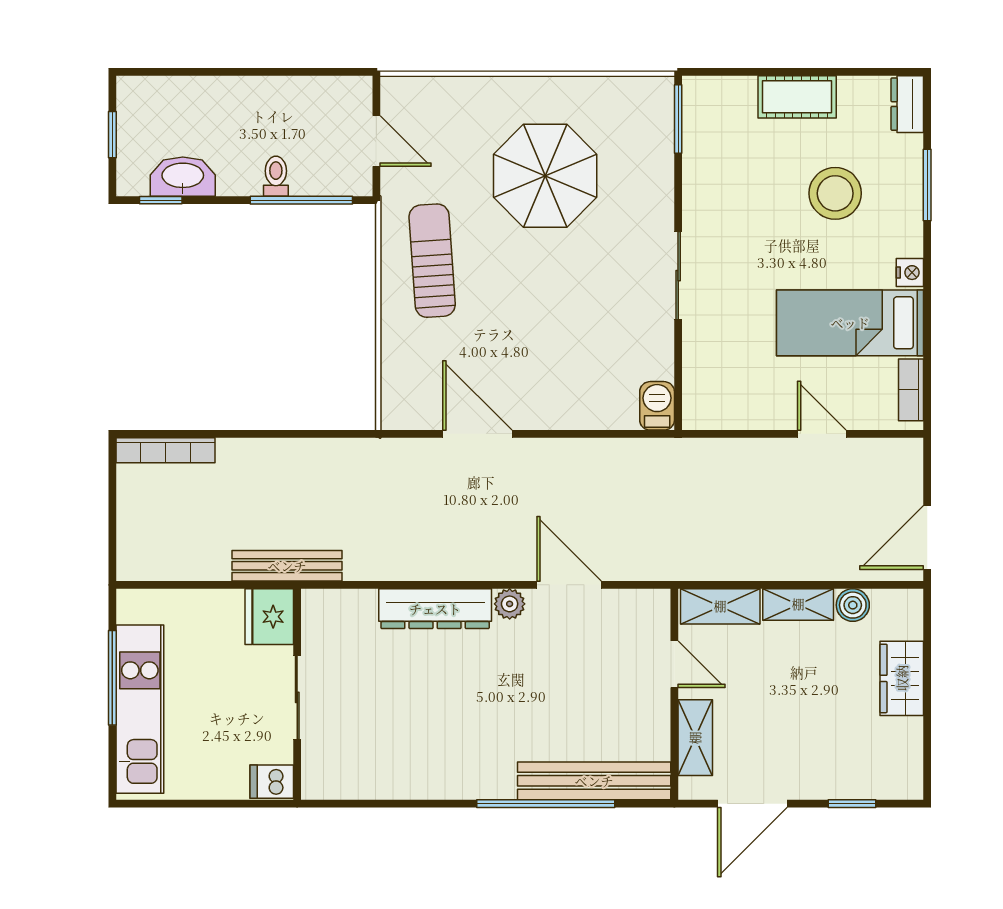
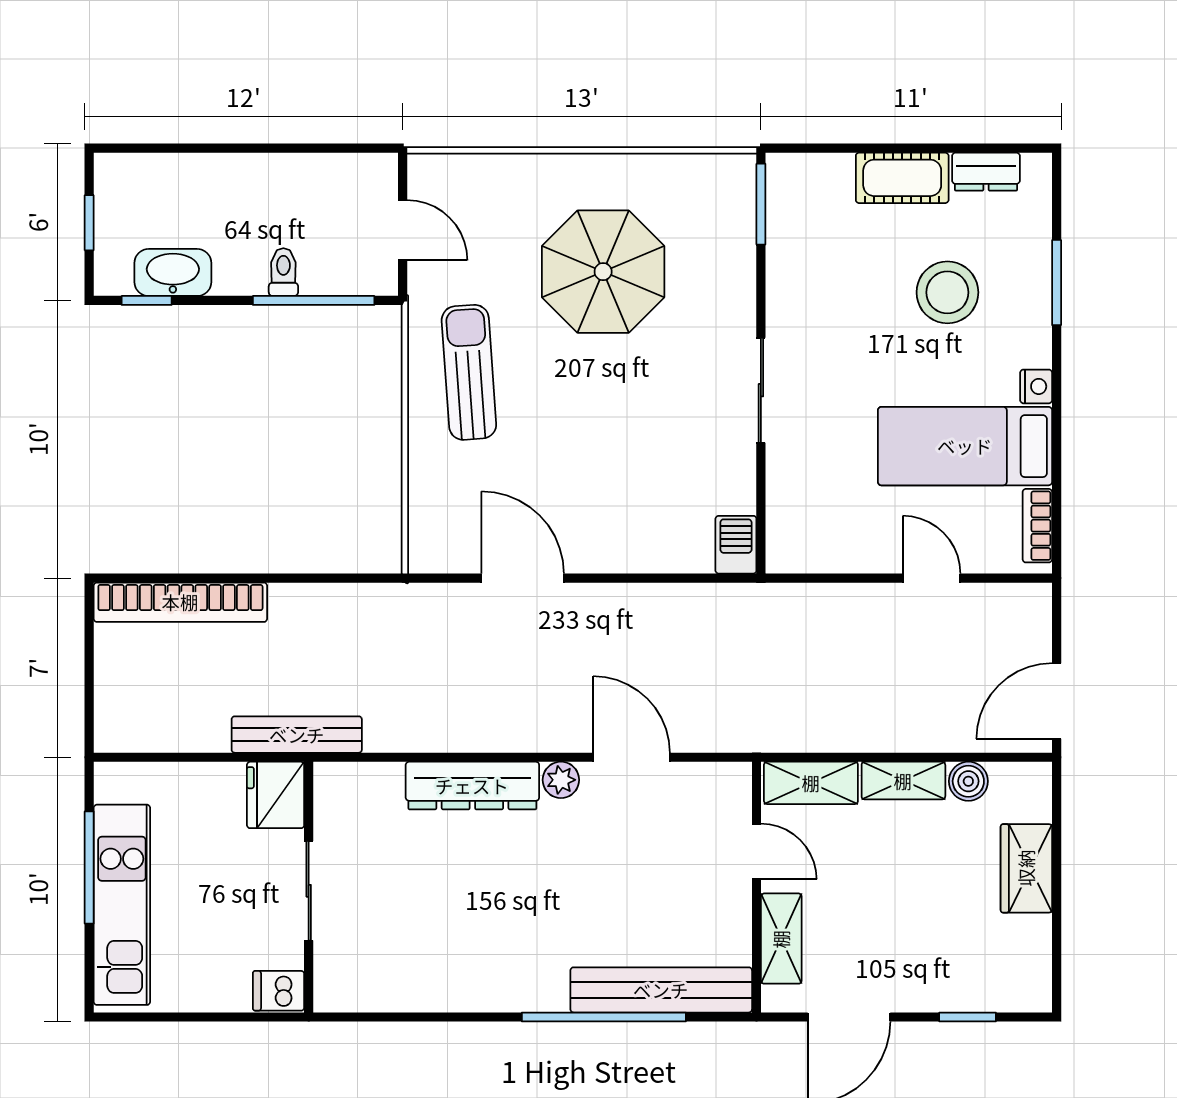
dresser: (907, 104) -> (986, 172), moved, turned -90
bookcase: (165, 450) -> (180, 602), width x1.48, depth x1.31

